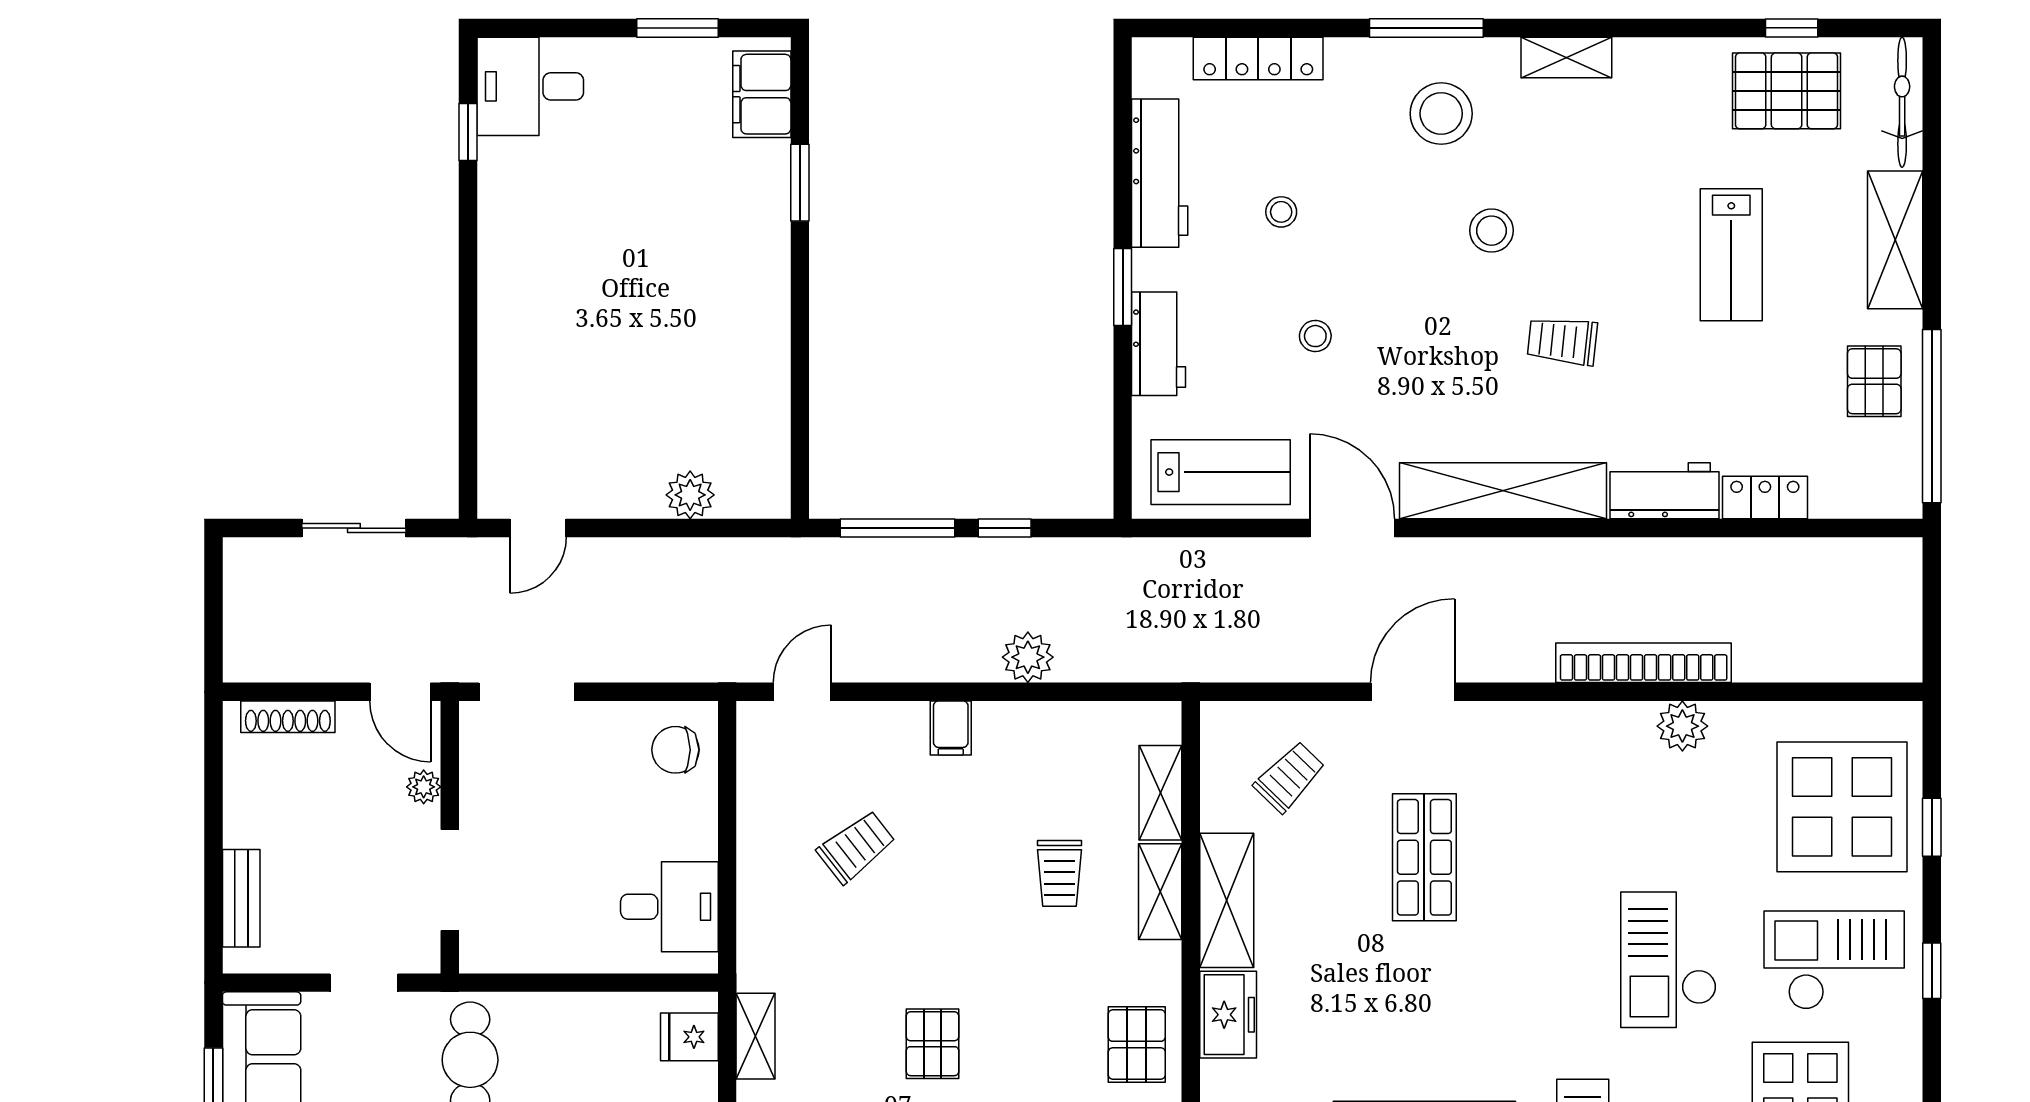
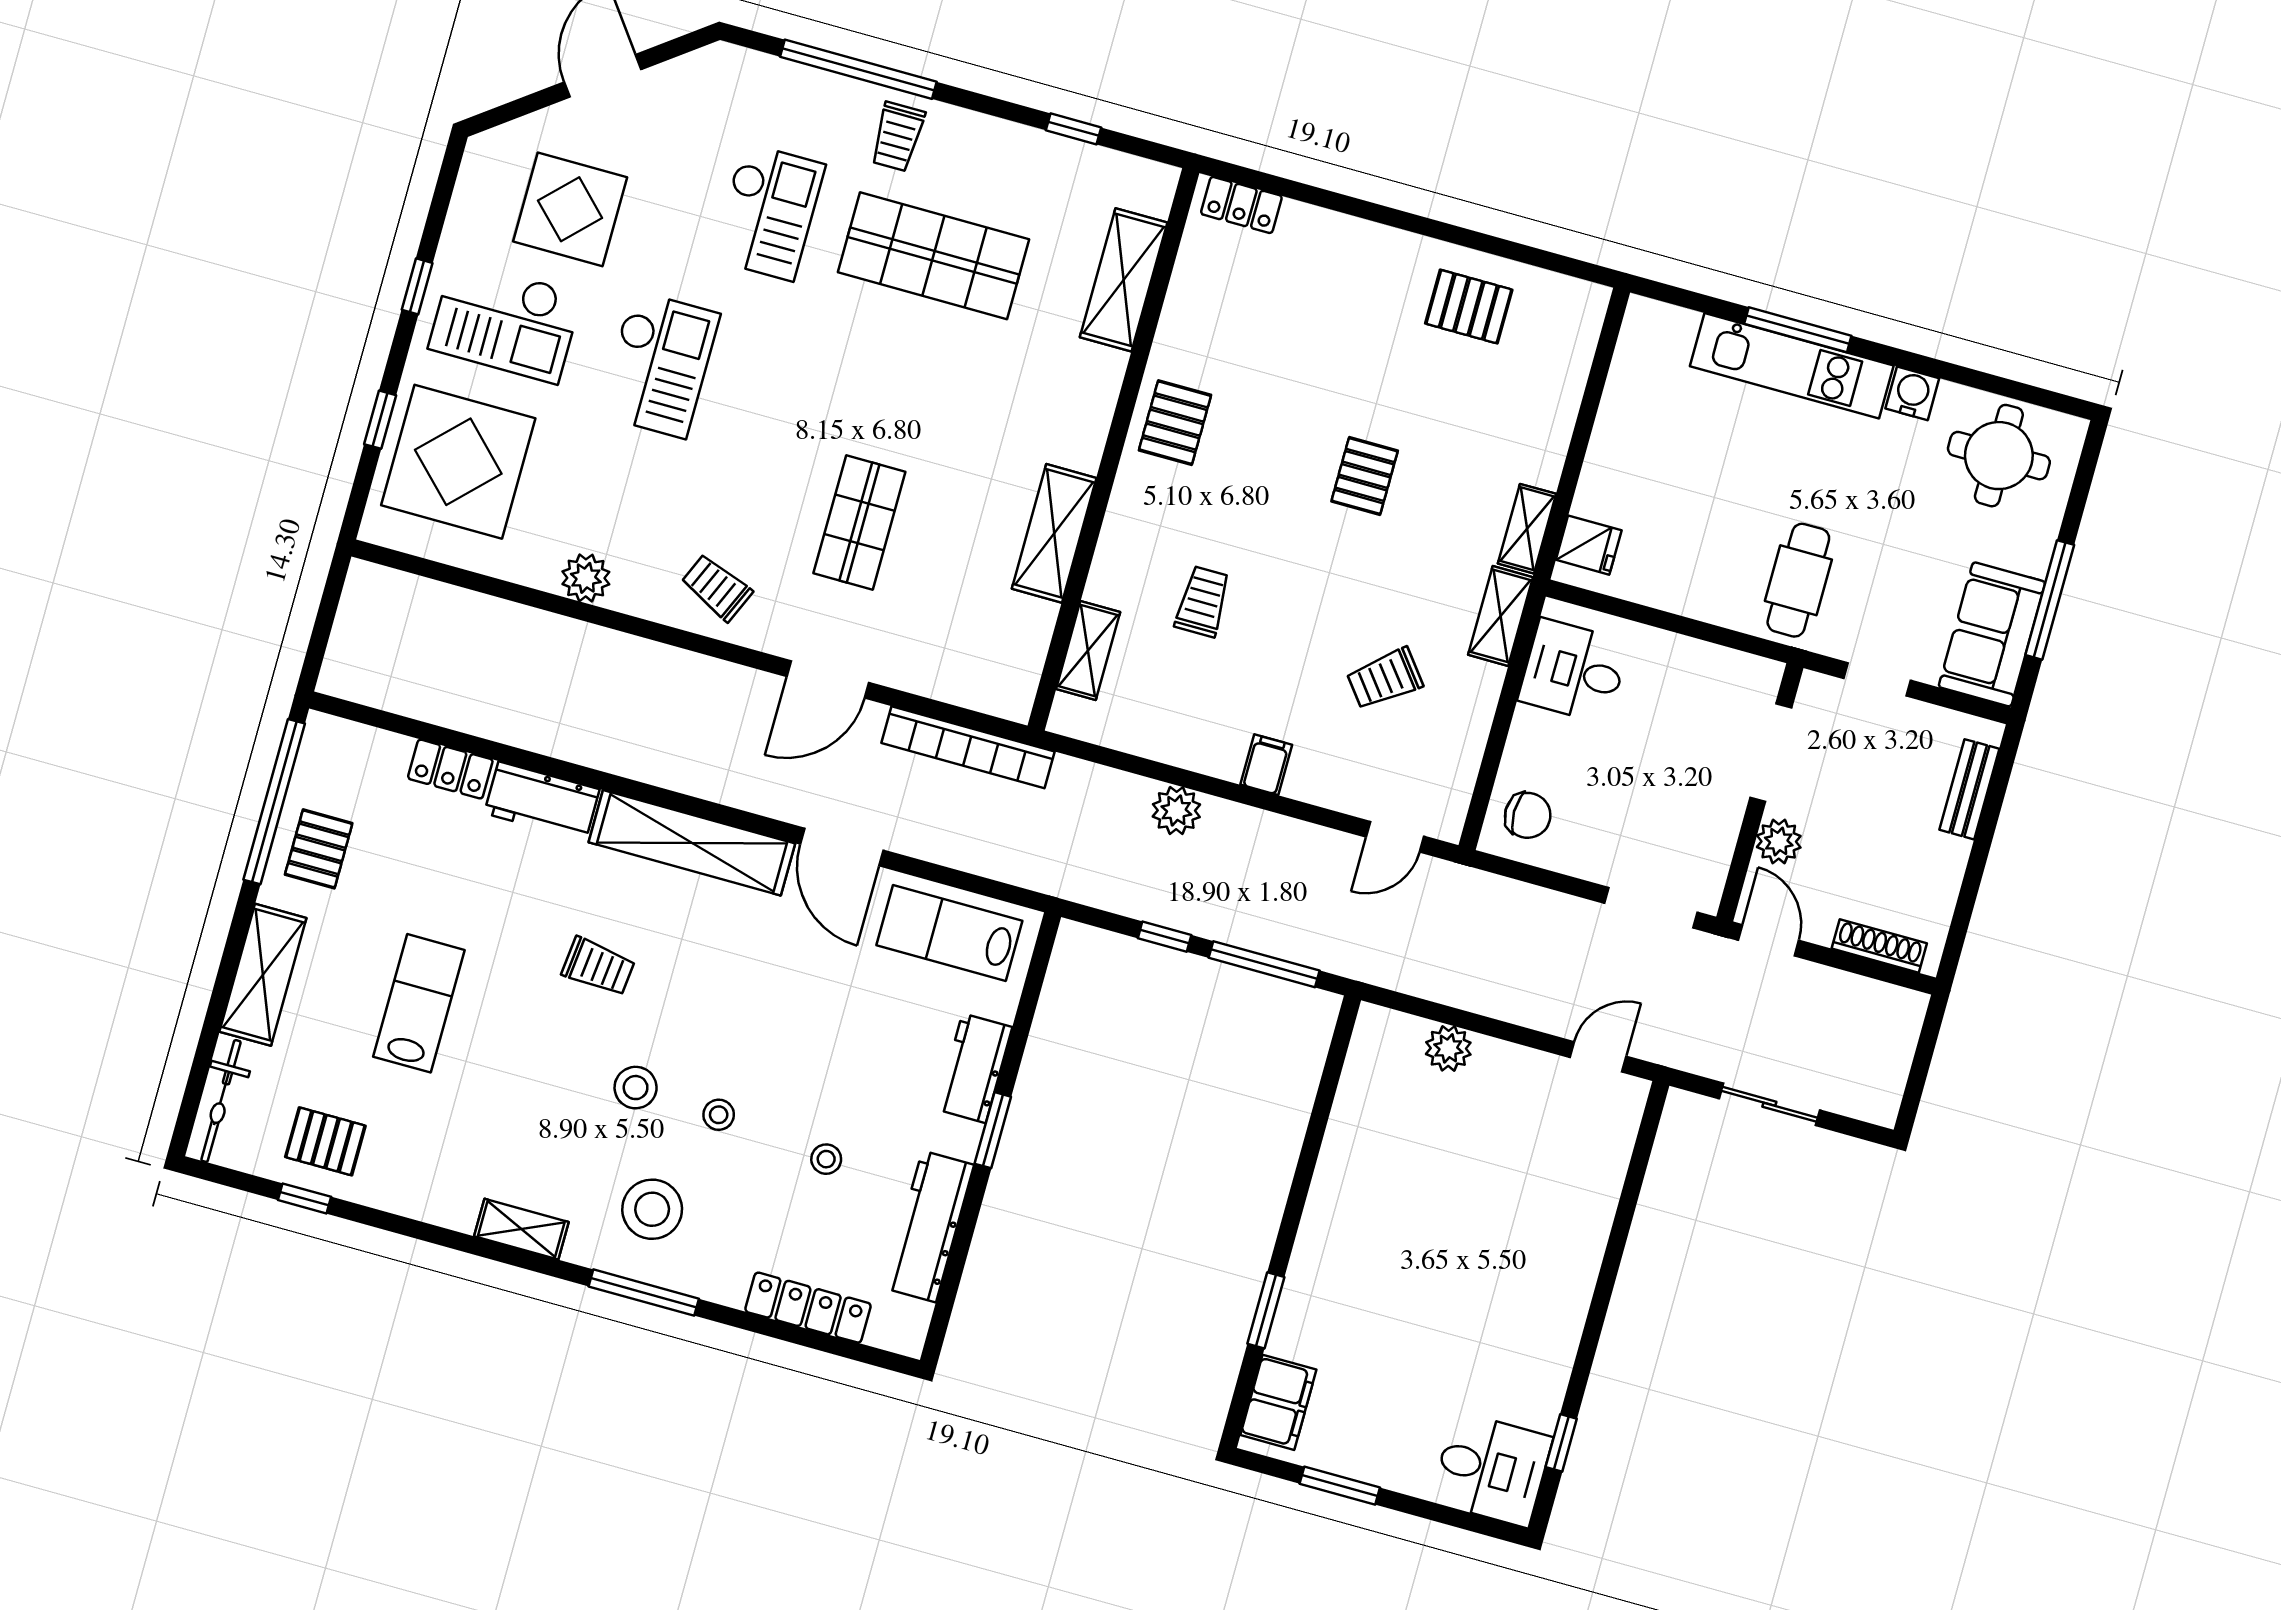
pallet: (1787, 91) -> (325, 1141), width x0.67, depth x0.71
stool: (1315, 336) -> (719, 1115), moved
bookcase: (1644, 663) -> (968, 747), moved
trolley: (1290, 777) -> (717, 587), moved, turned 70
plant: (424, 787) -> (1779, 842), width x1.38, depth x1.38
shelving: (1160, 892) -> (1501, 616), moved
freezer: (1228, 1015) -> (1082, 427), removed

